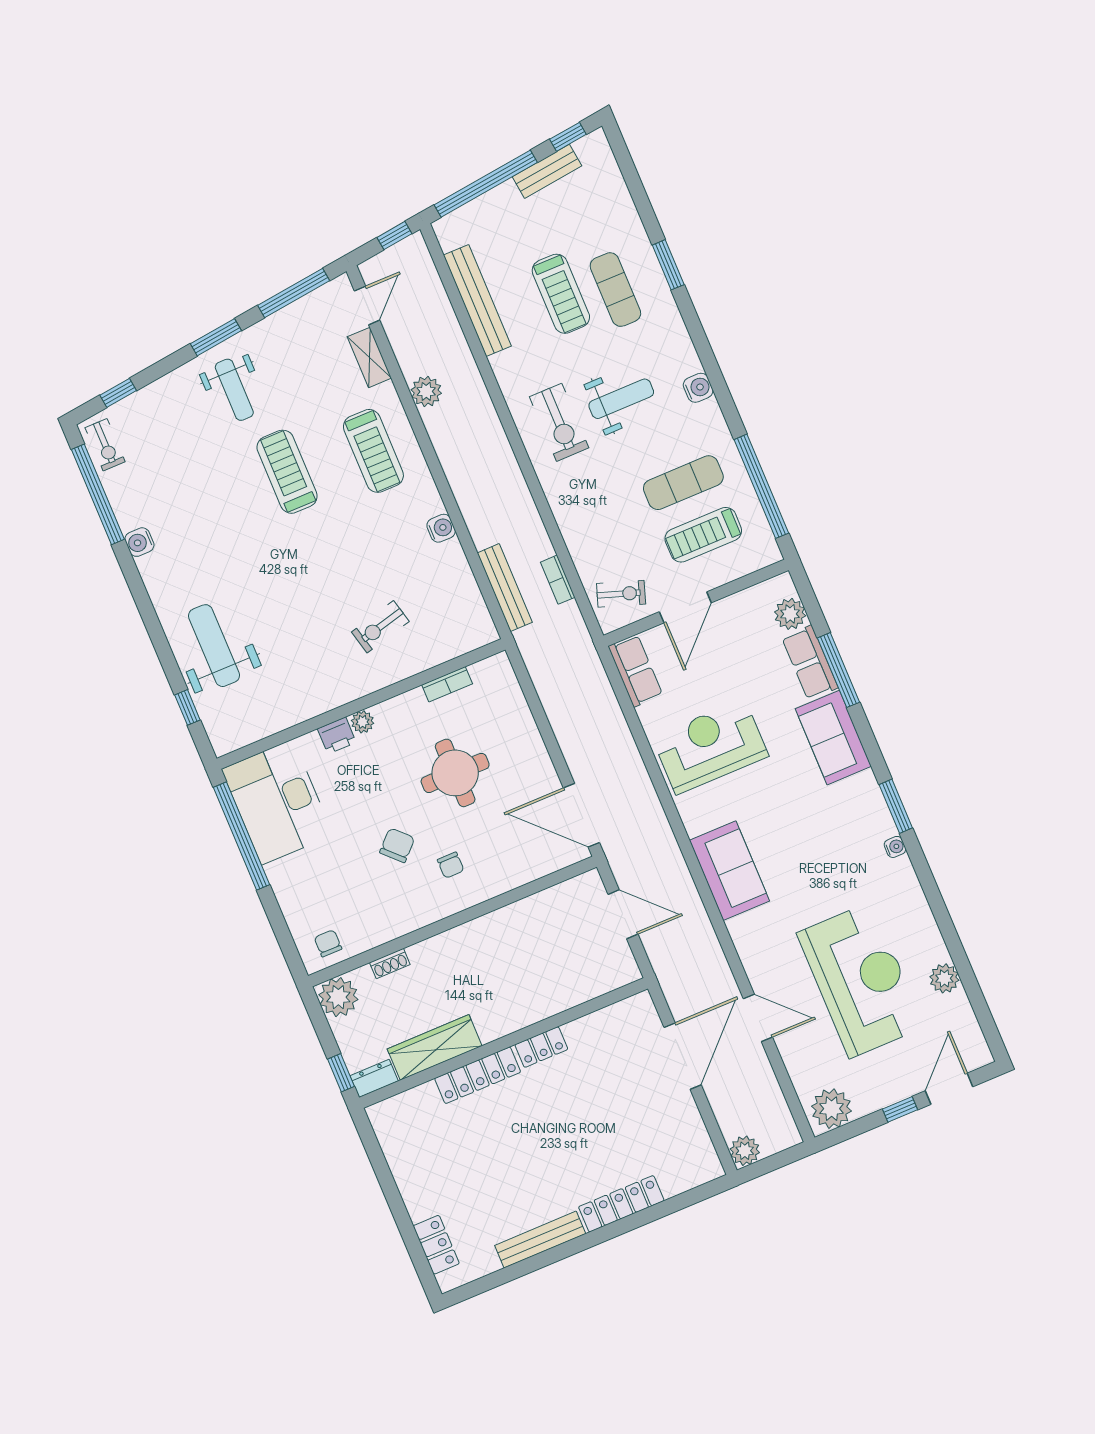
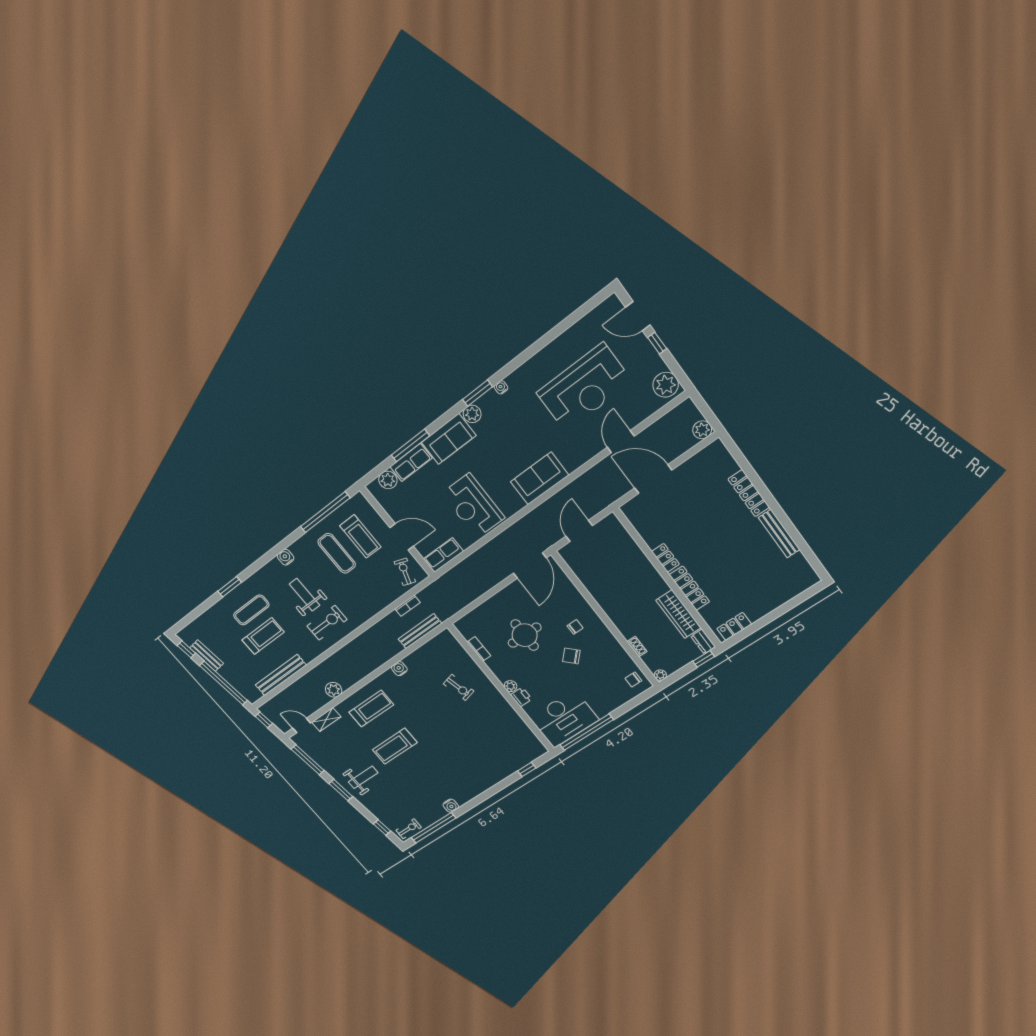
weight bench: (214, 646) -> (492, 763), removed
plant: (944, 978) -> (472, 414), moved
reception desk: (860, 980) -> (584, 387), turned 180
plant: (338, 997) -> (660, 675), width x0.53, depth x0.53
locker: (436, 1245) -> (734, 626), moved

